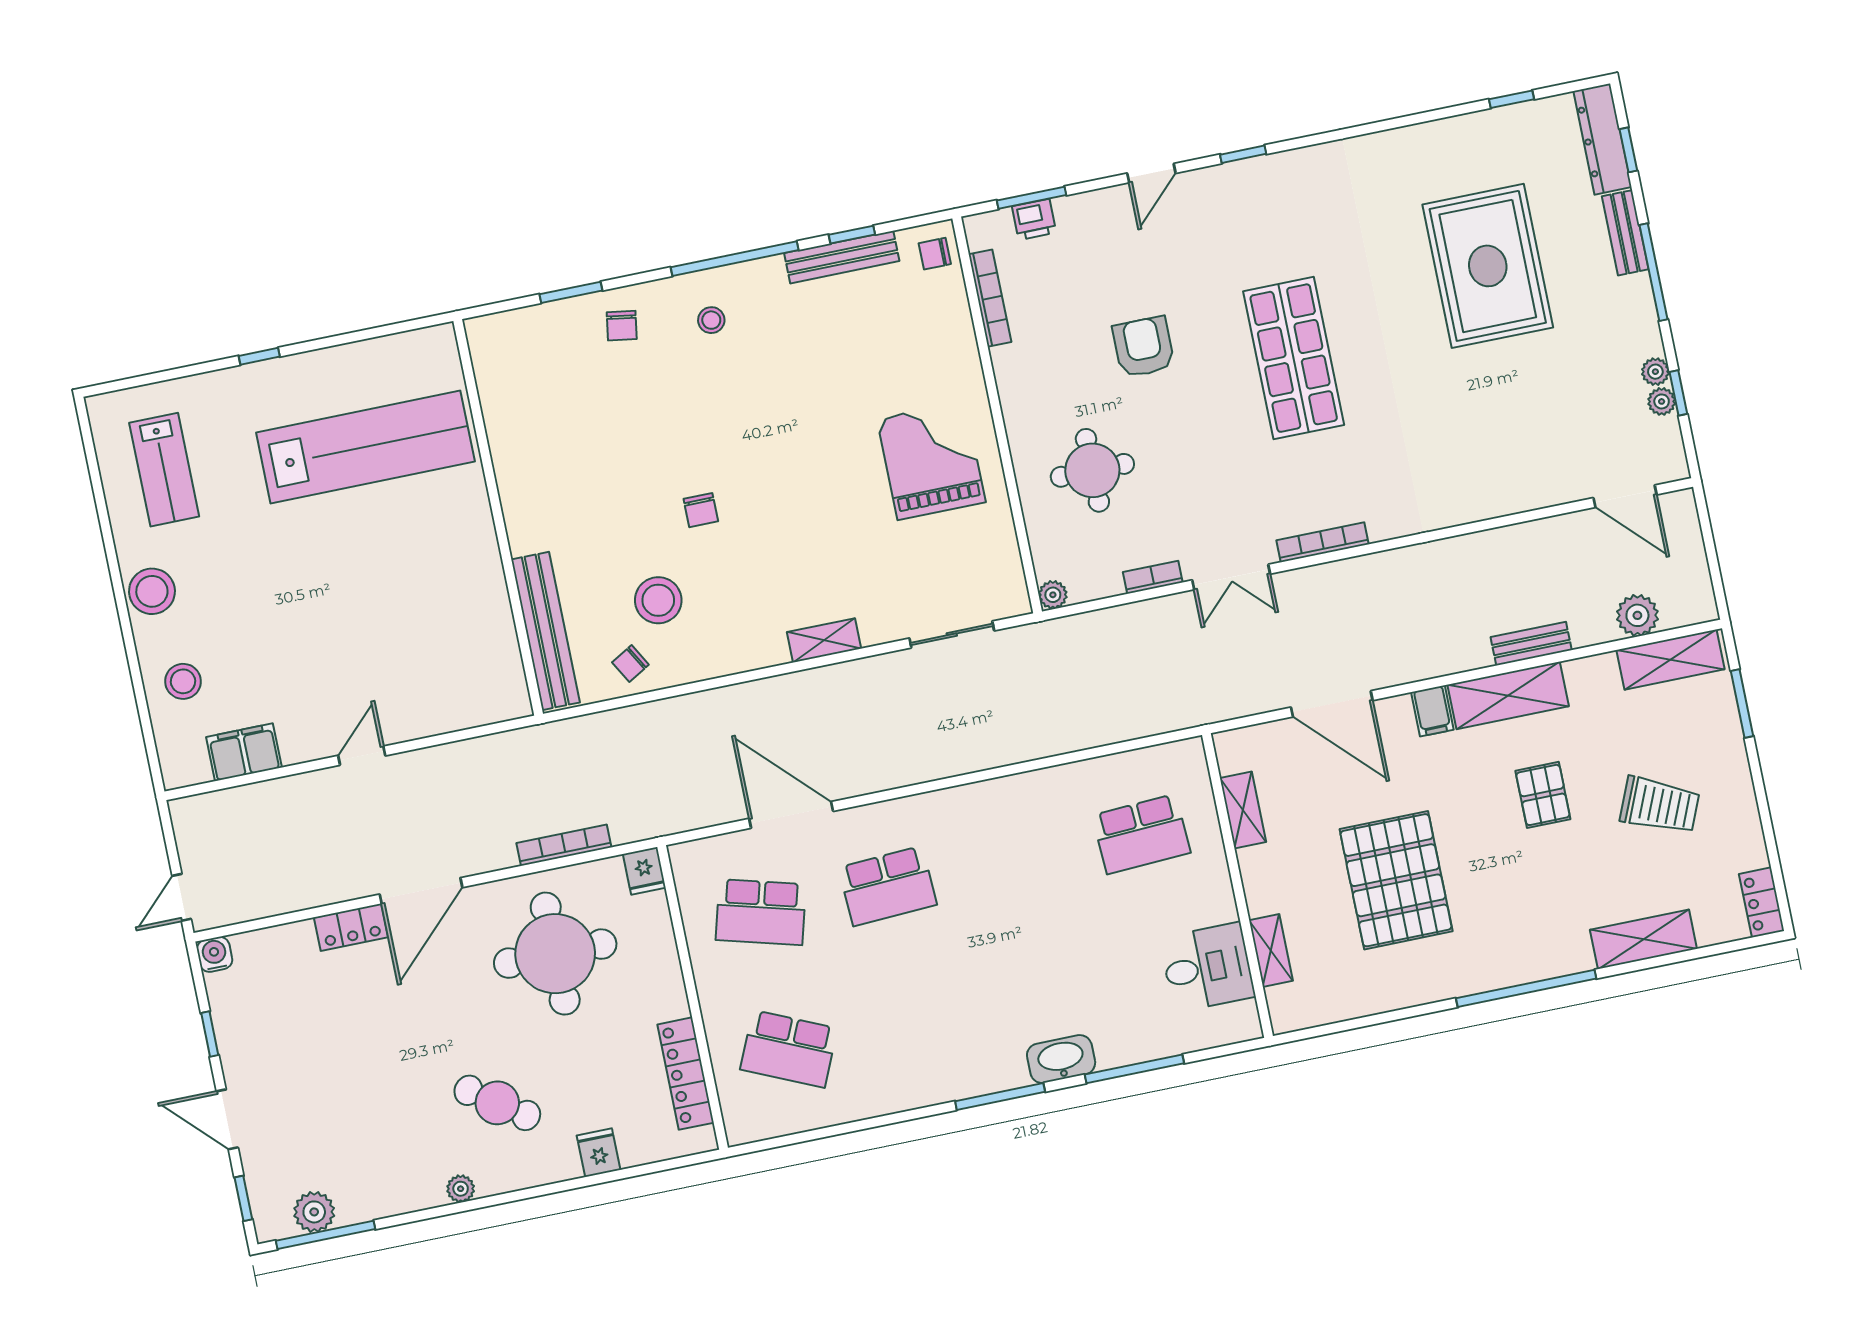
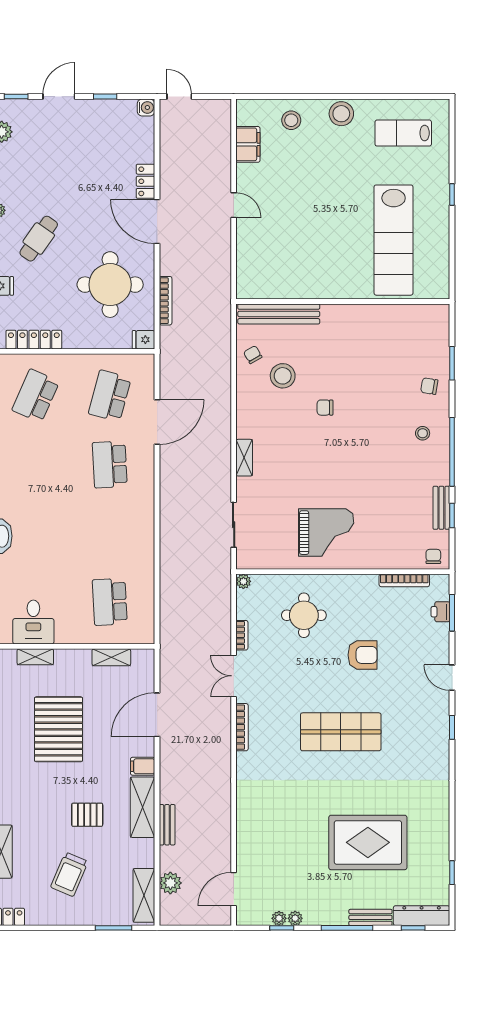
bench: (842, 257) -> (441, 508), width x0.73
pallet: (1396, 880) -> (59, 729), turned 90

